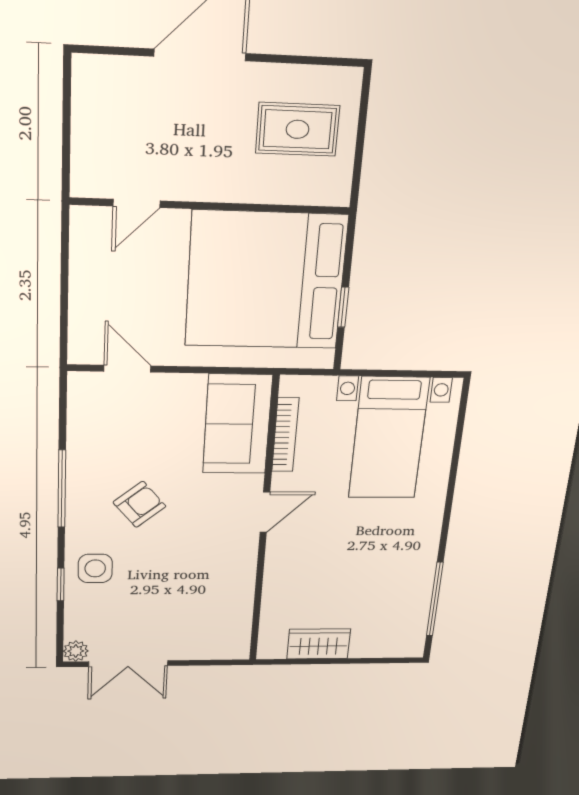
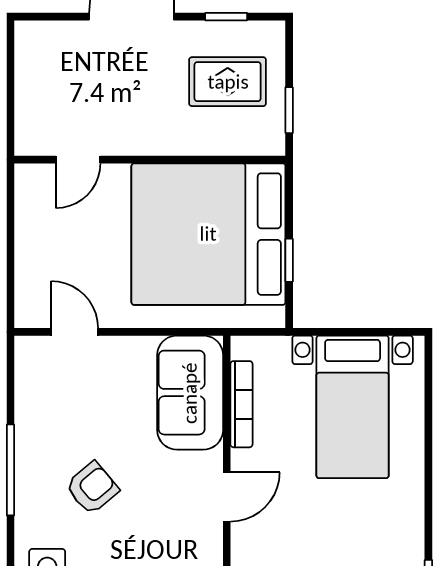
window: (302, 60) -> (226, 17), added
window: (358, 161) -> (289, 110), added

